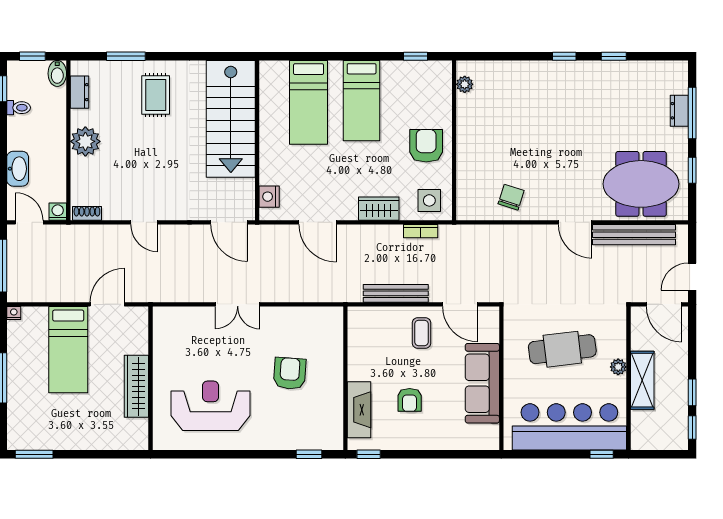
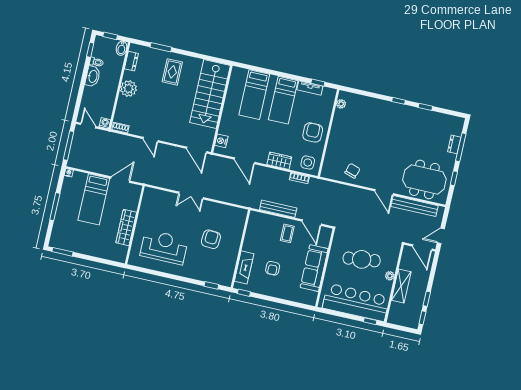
tv unit: (403, 69) -> (310, 88), added
washbasin: (18, 169) -> (93, 76), moved

